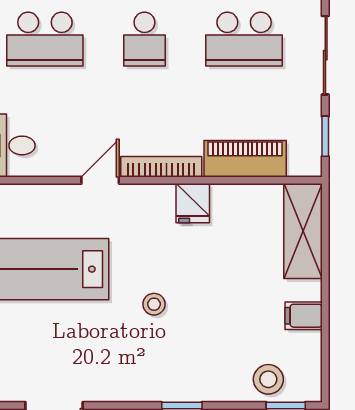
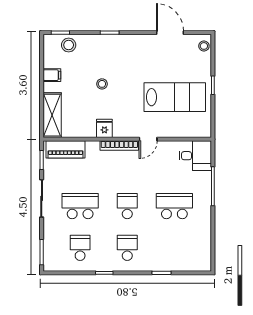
piano: (245, 159) -> (66, 149), moved
stool: (154, 304) -> (102, 84), moved

